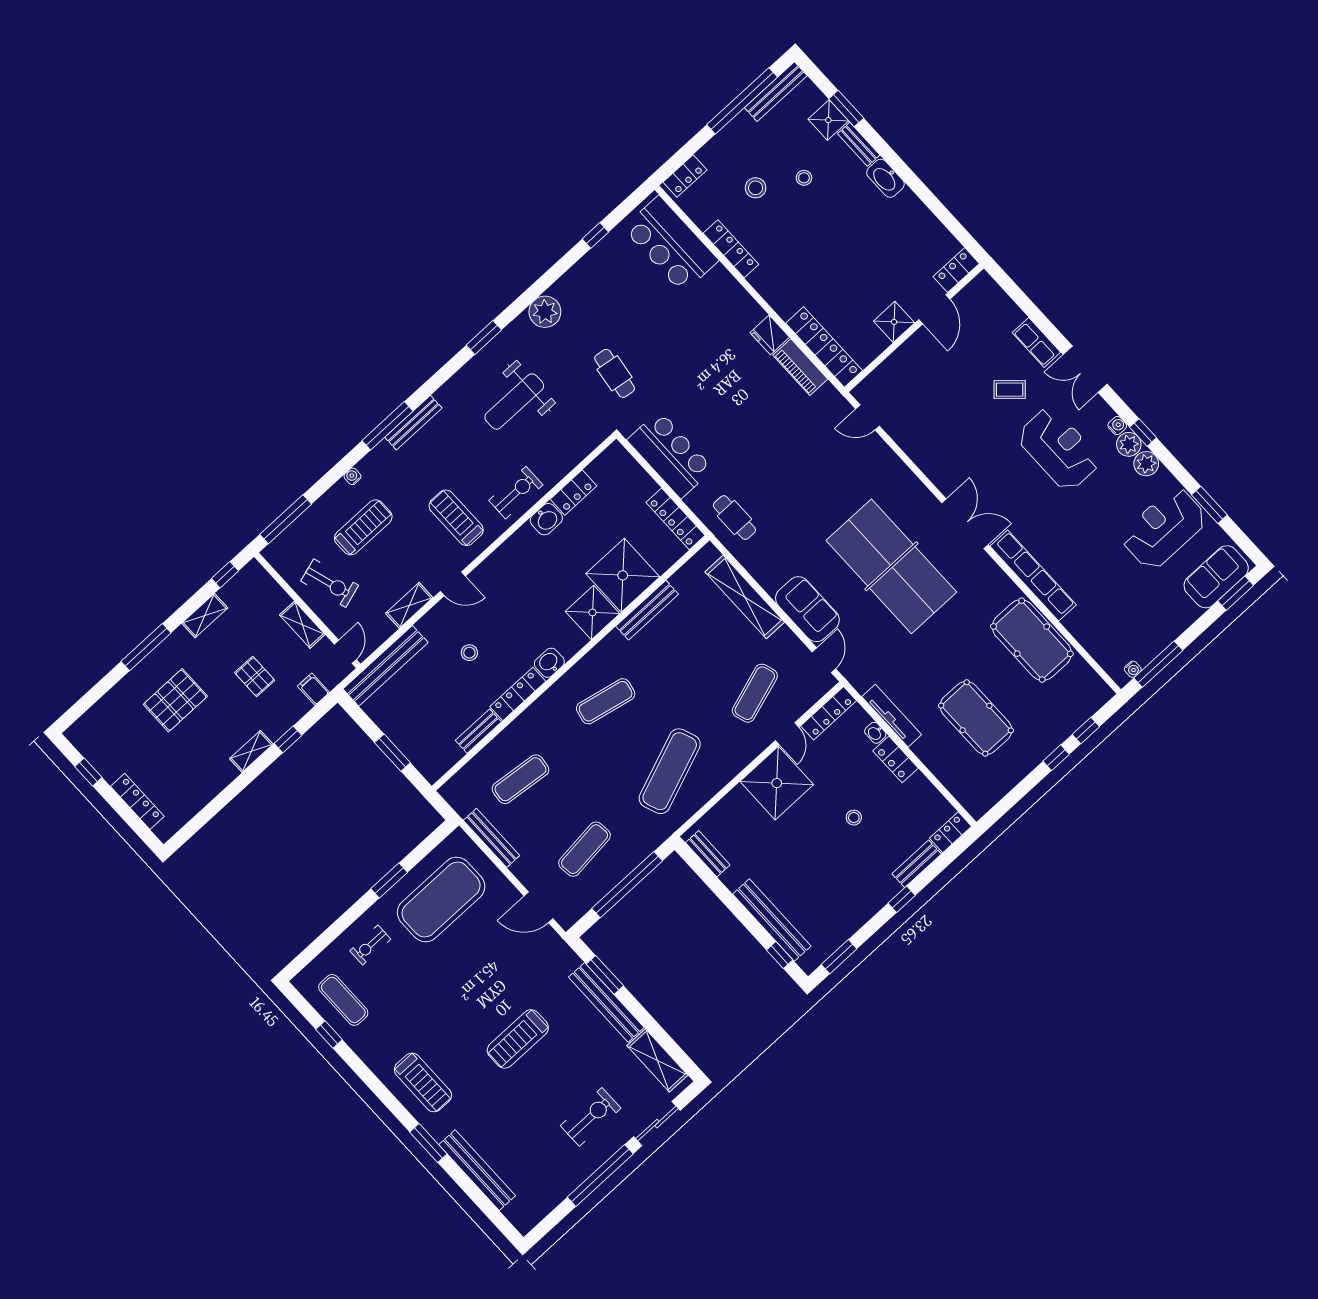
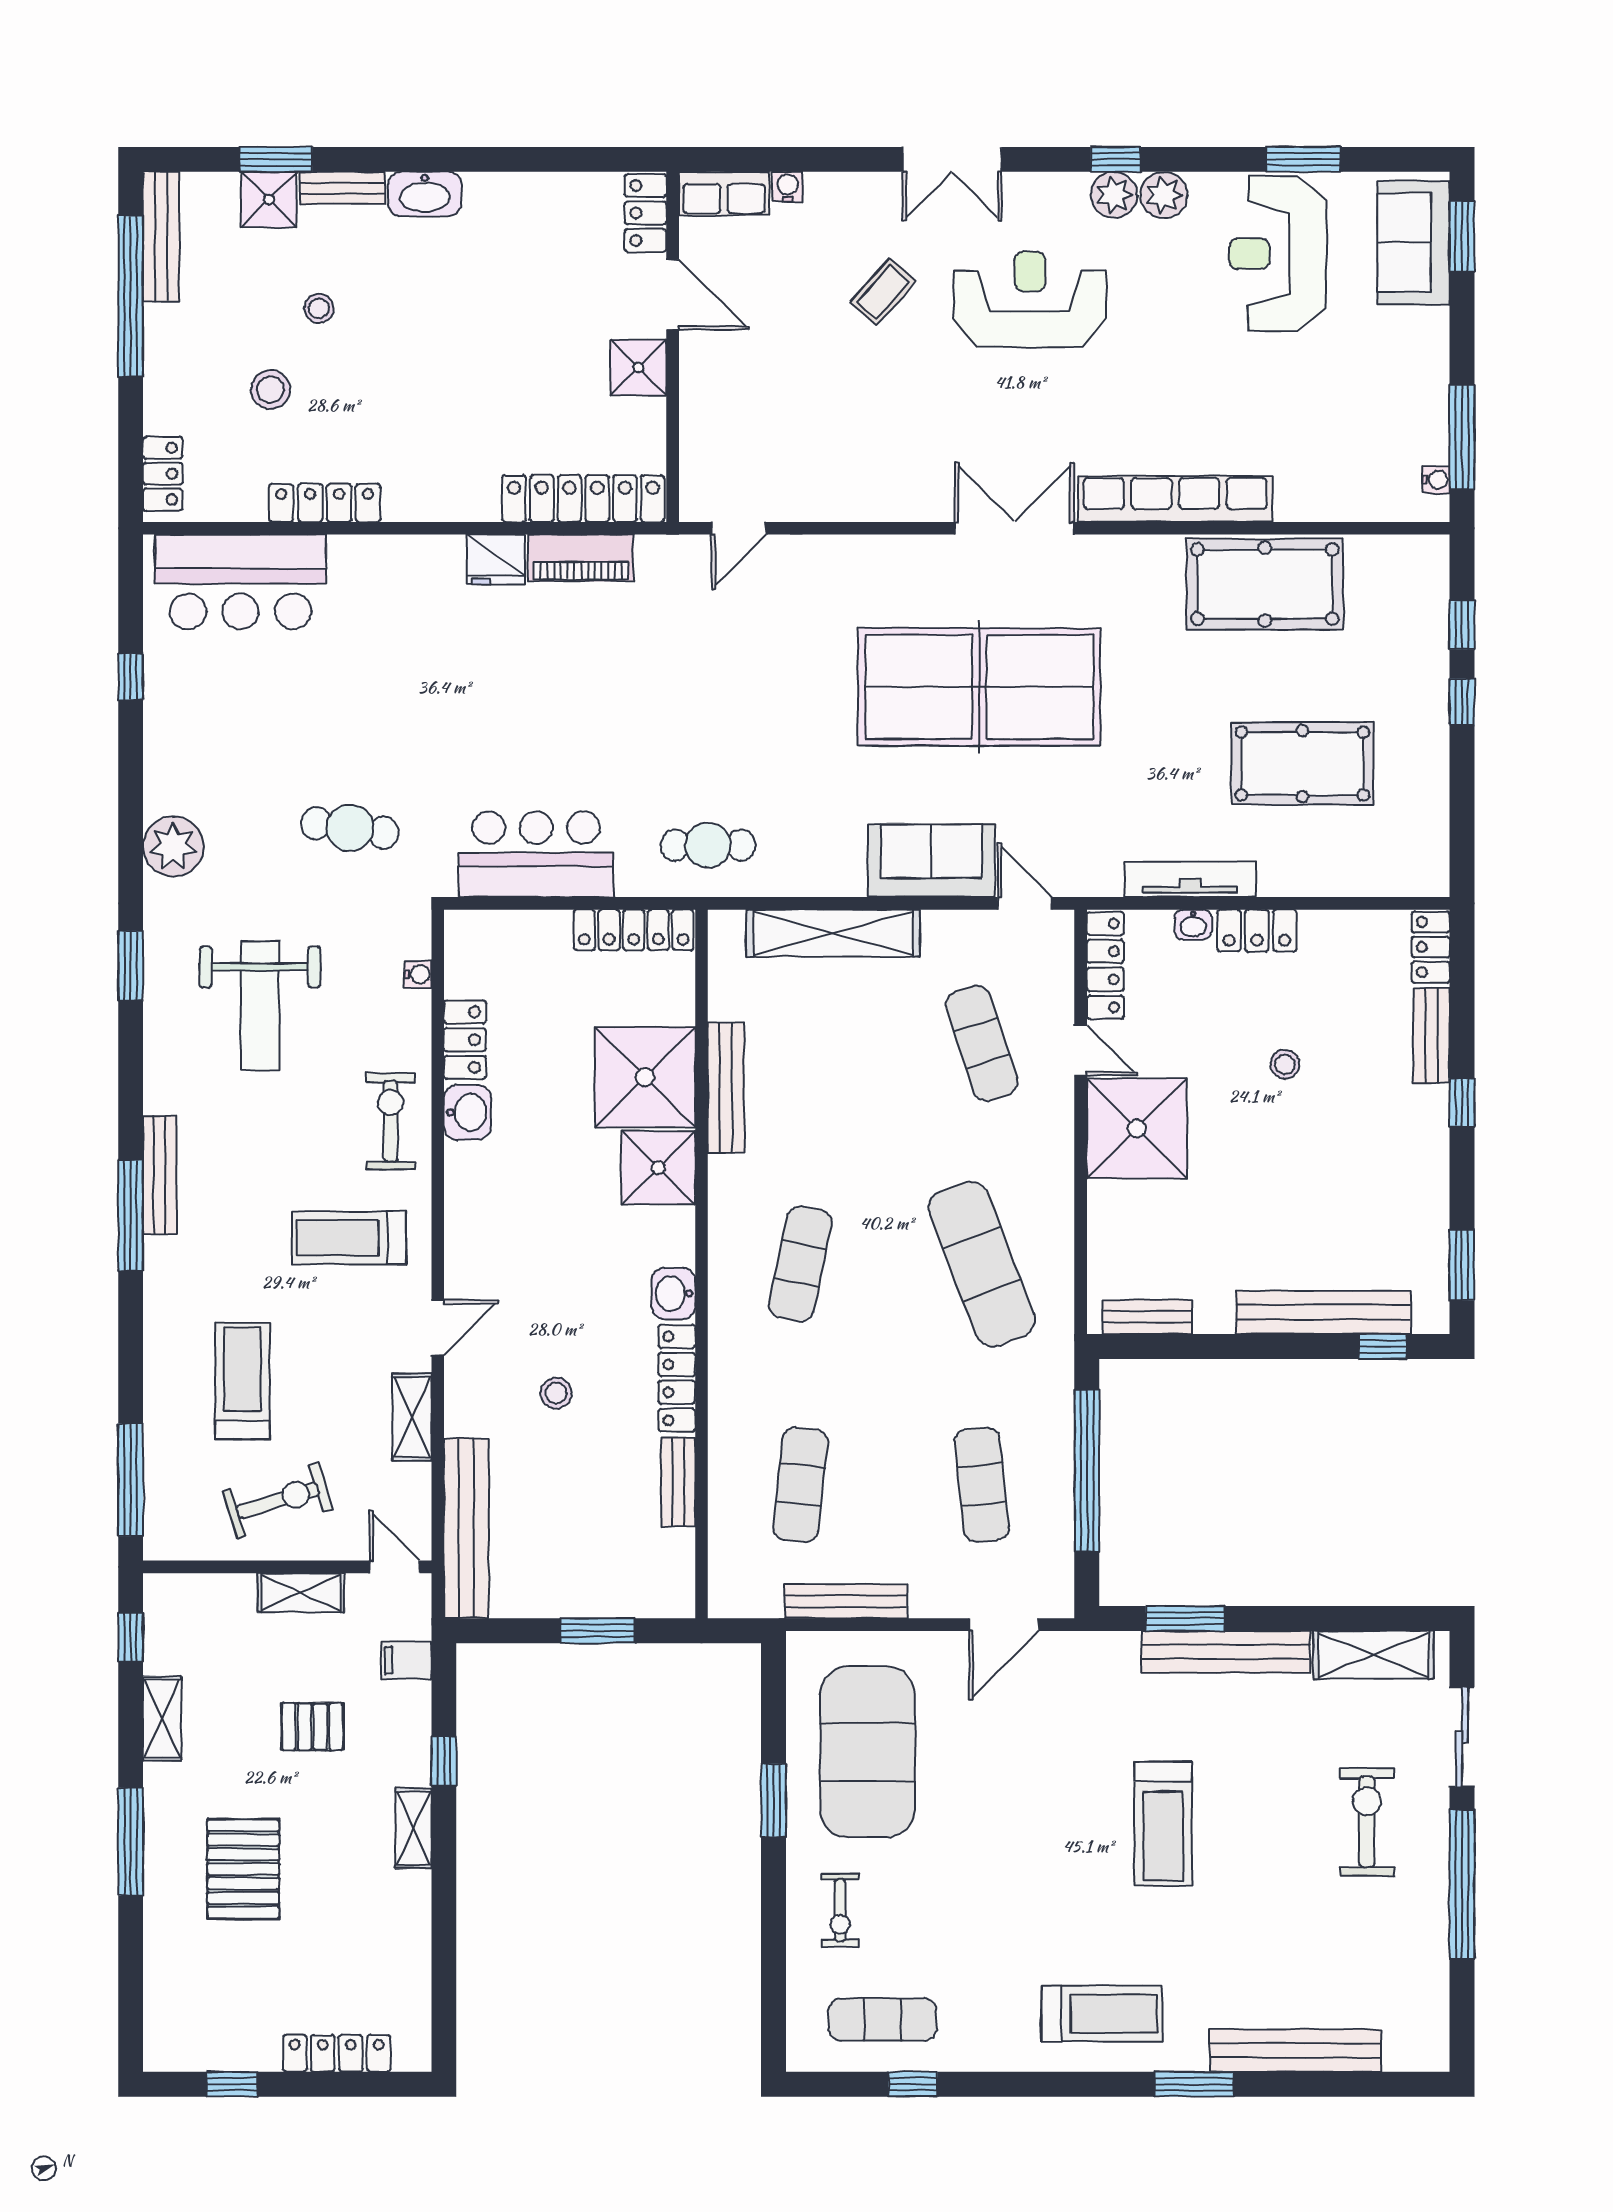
row of seats: (1036, 342) -> (724, 193), moved
water cooler: (1117, 426) -> (788, 187), moved
water cooler: (352, 476) -> (418, 974), moved, turned 180

